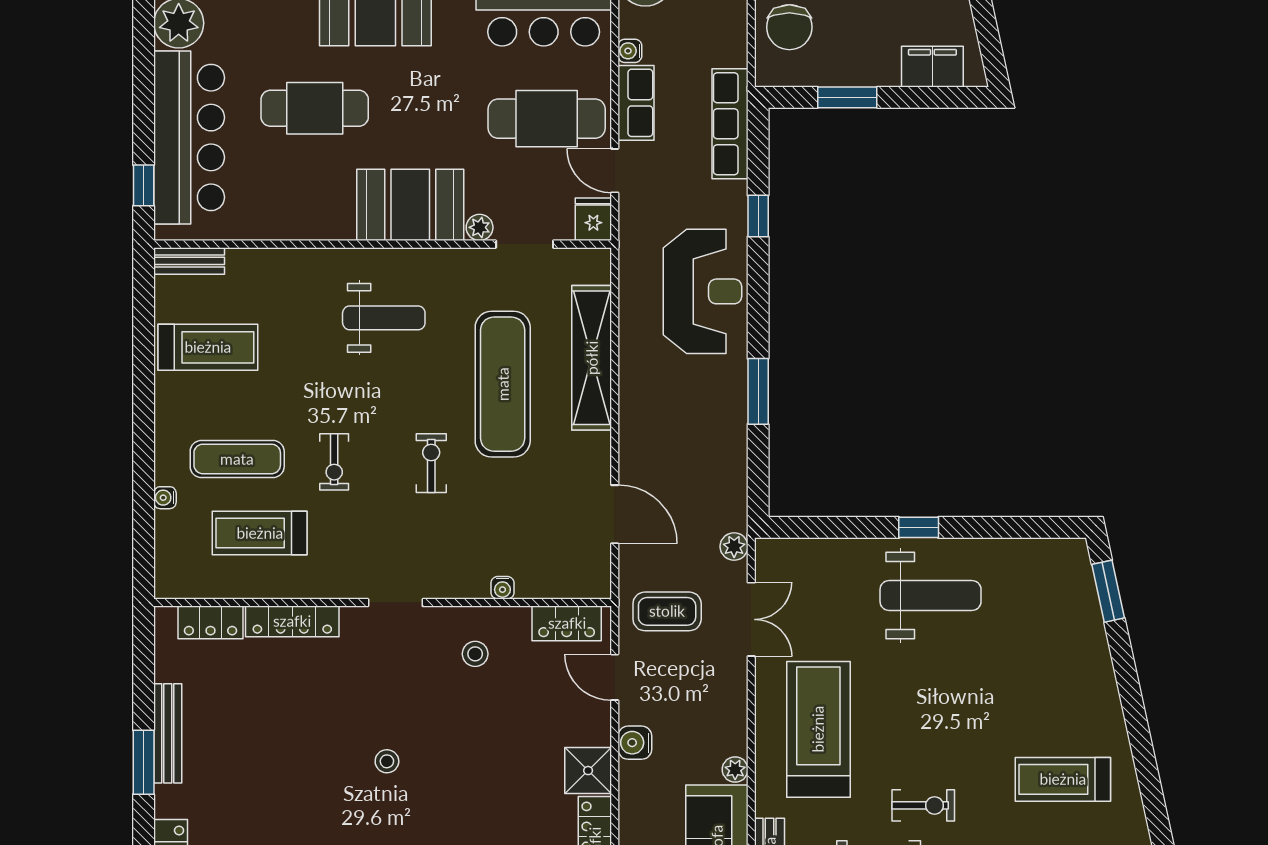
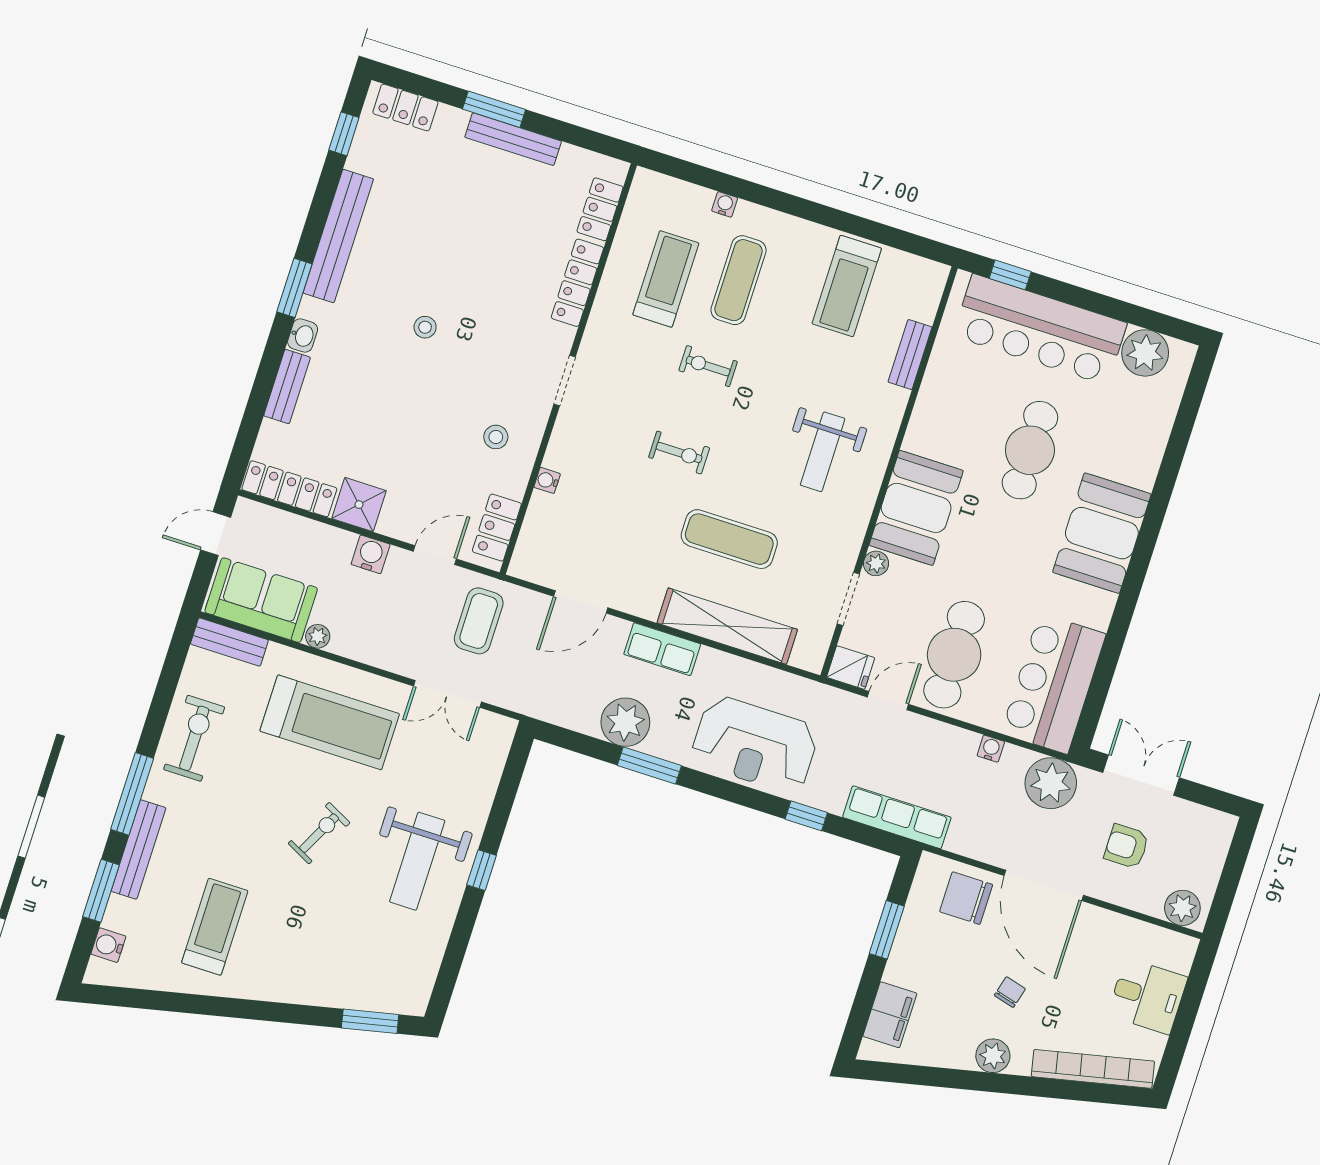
row of seats: (636, 103) -> (662, 649), moved
bench: (189, 261) -> (910, 355), moved
exercise mat: (503, 384) -> (729, 539), width x0.73, depth x0.69
plant: (734, 546) -> (625, 722), moved, width x1.88, depth x1.88
exercise bike: (923, 805) -> (319, 833), moved, turned -153

